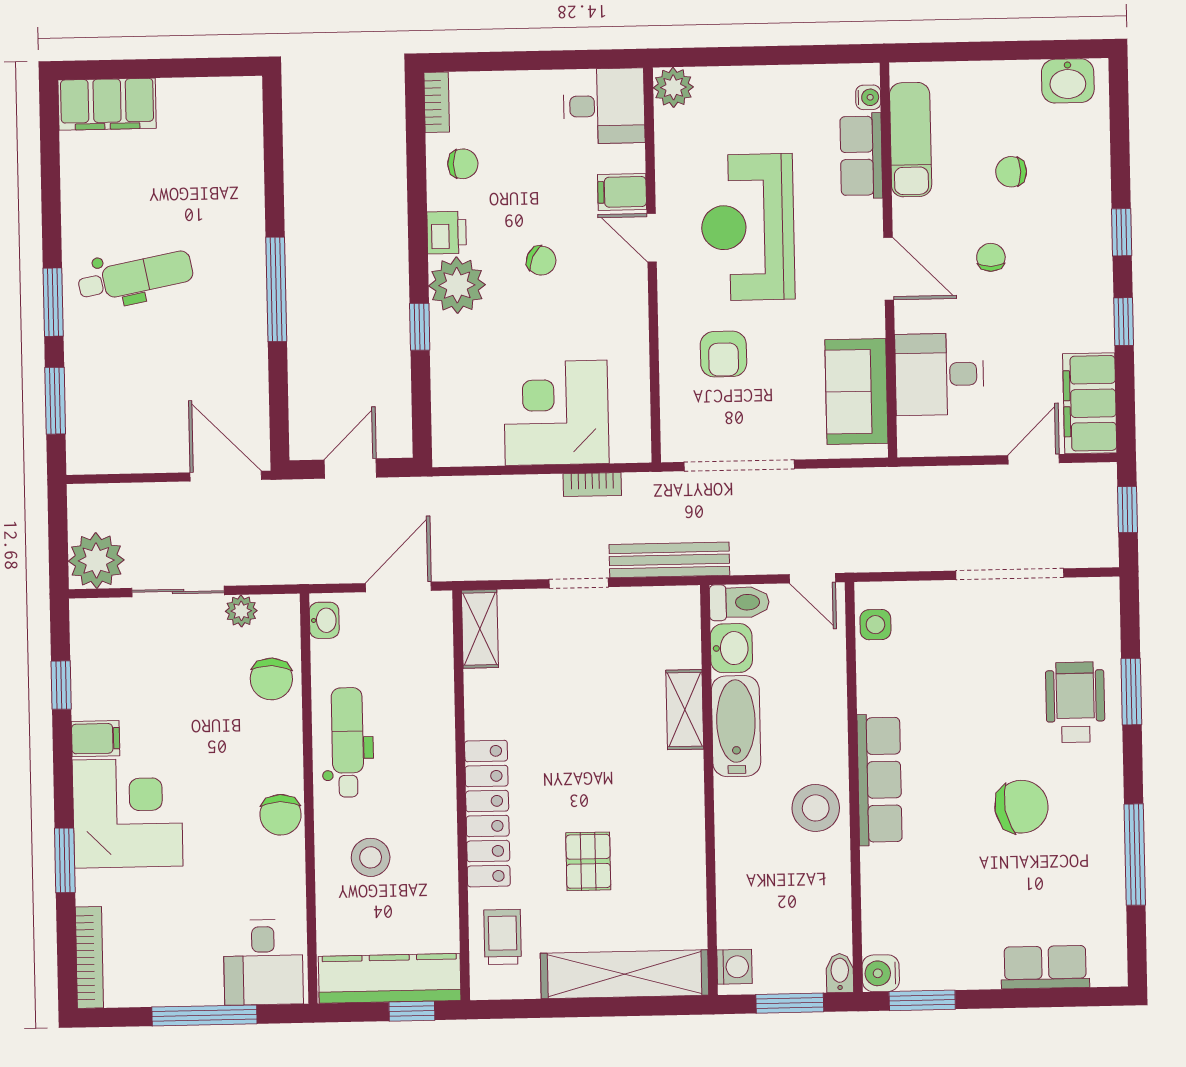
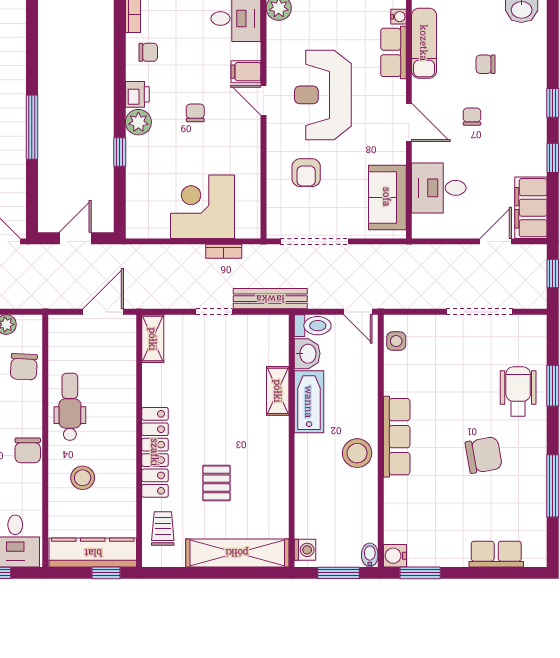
chair: (541, 261) -> (195, 113), turned -116
plant: (457, 285) -> (138, 122), width x0.73, depth x0.73
washbasin: (324, 620) -> (57, 331), removed

